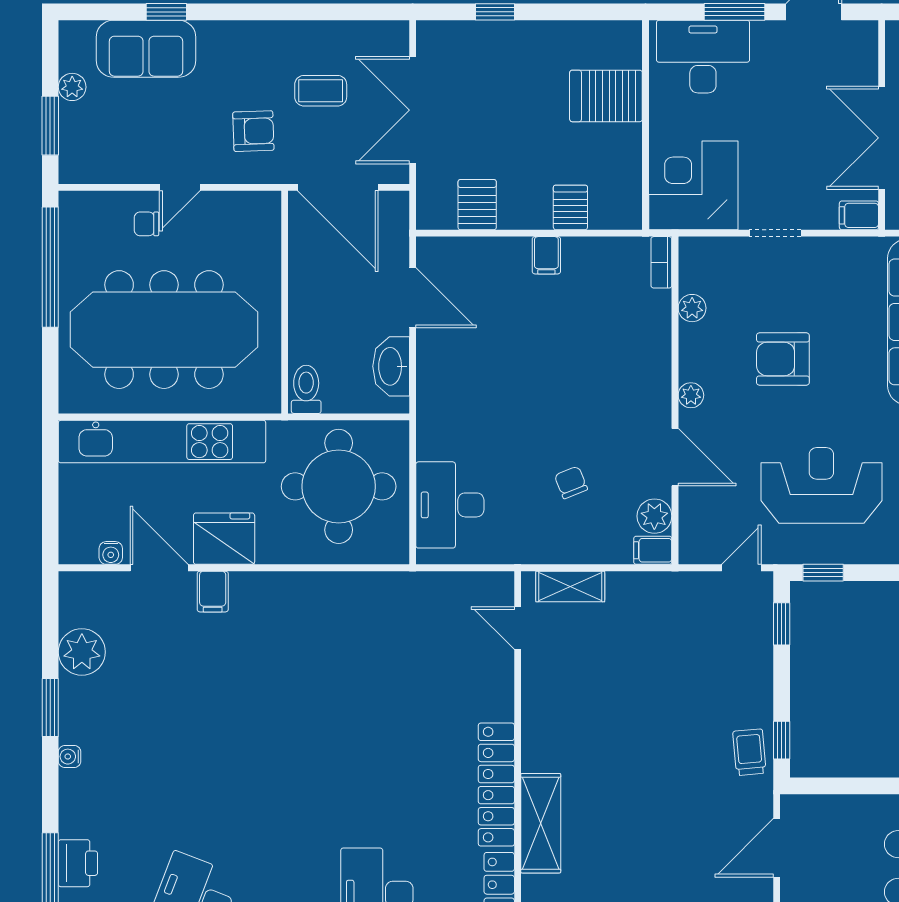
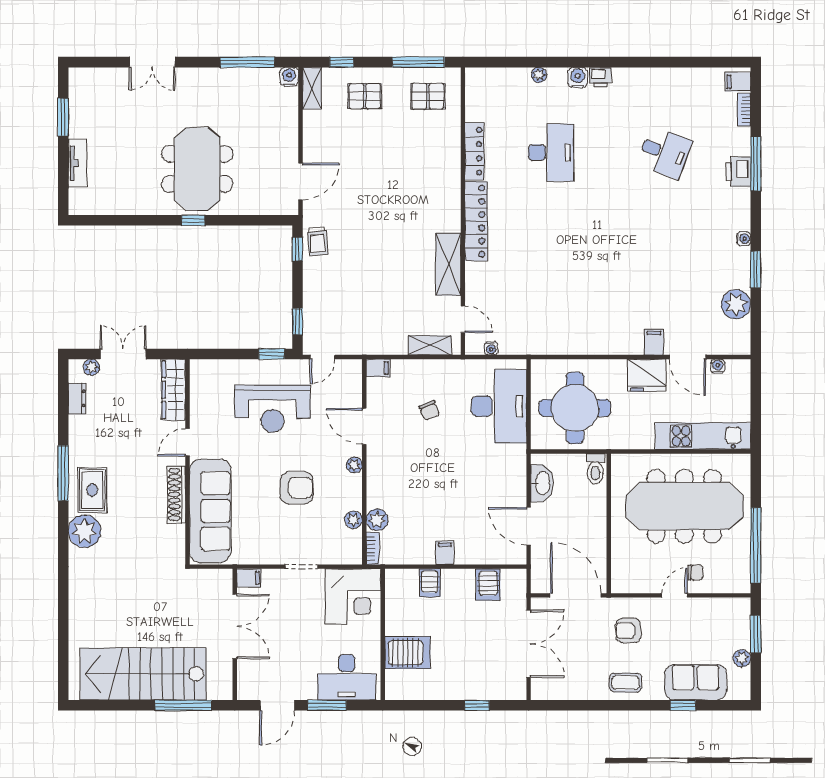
coffee table: (321, 91) -> (626, 683), moved
kitchen unit: (162, 442) -> (703, 436), width x0.73
desk: (450, 505) -> (499, 406), width x1.36, depth x1.30
plant: (654, 516) -> (377, 520), moved
water cooler: (473, 582) -> (491, 348), added
shelving: (541, 823) -> (448, 264), moved

